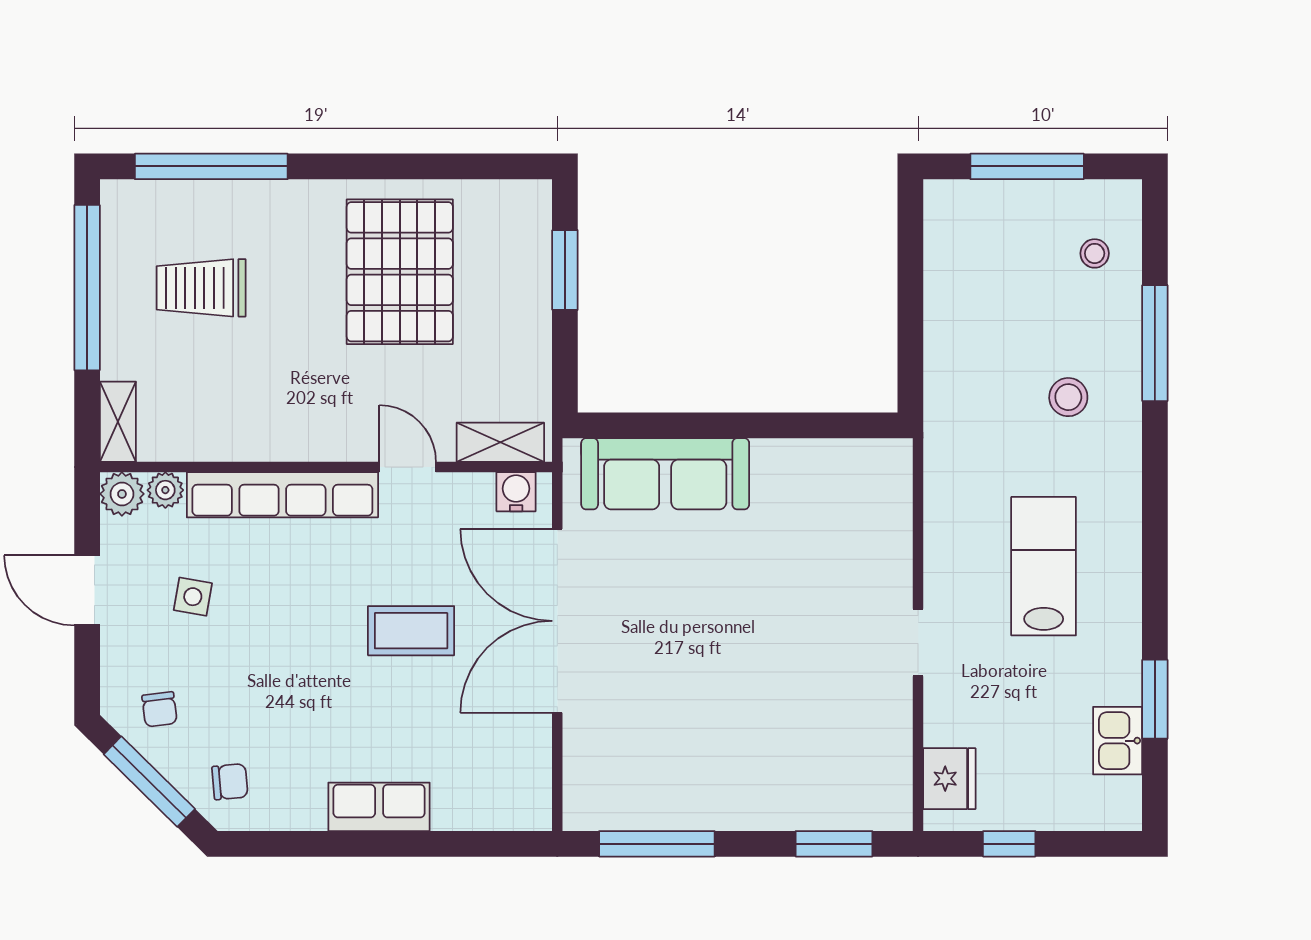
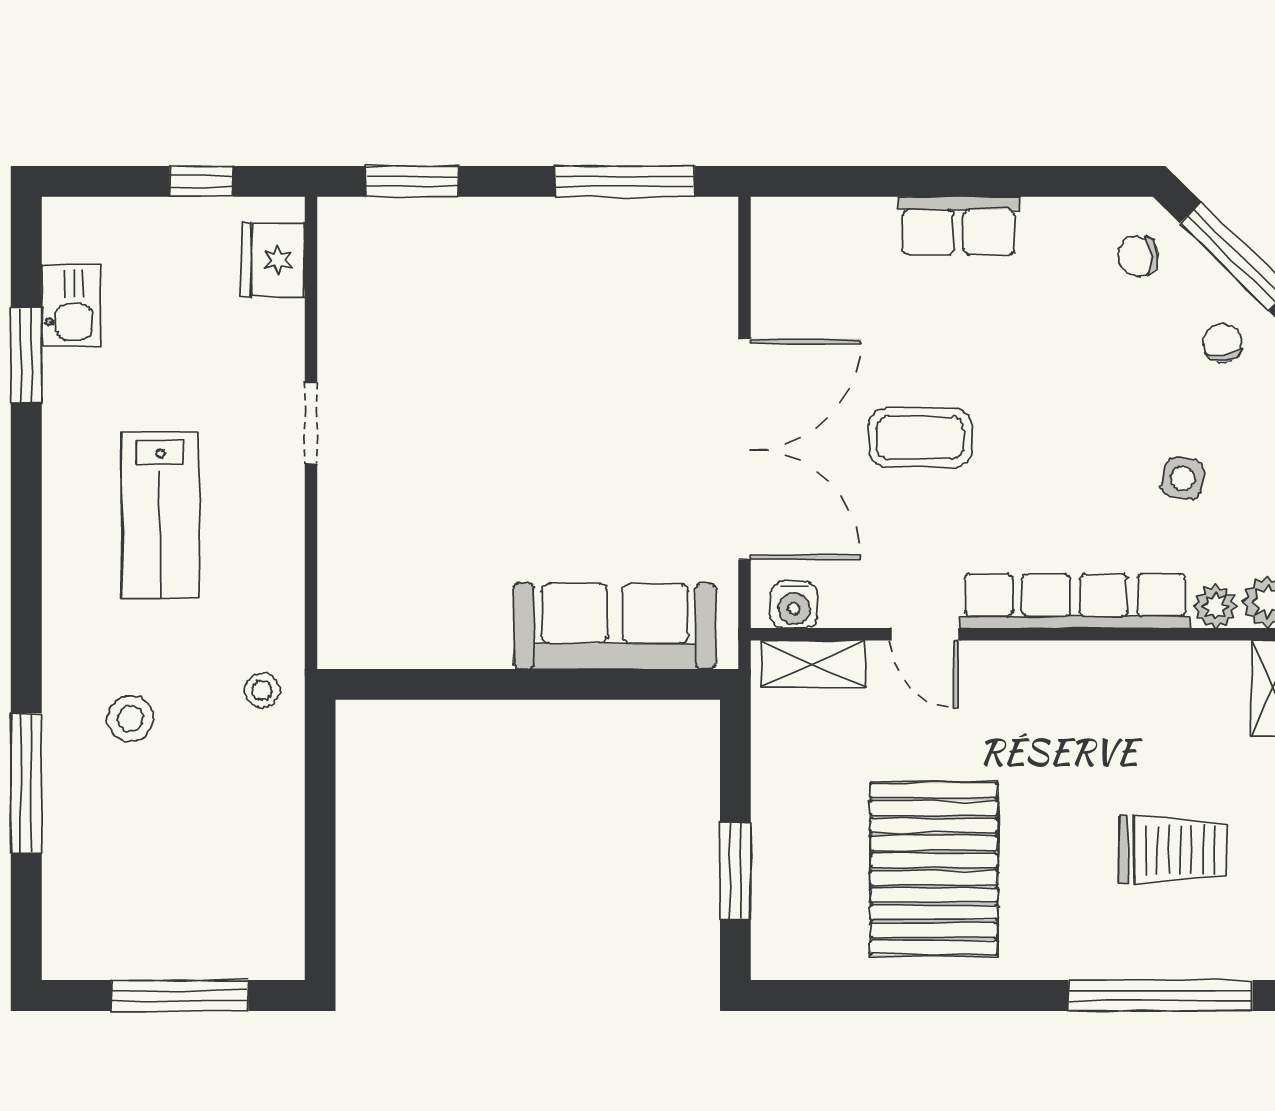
stool: (1095, 253) -> (262, 690), moved

